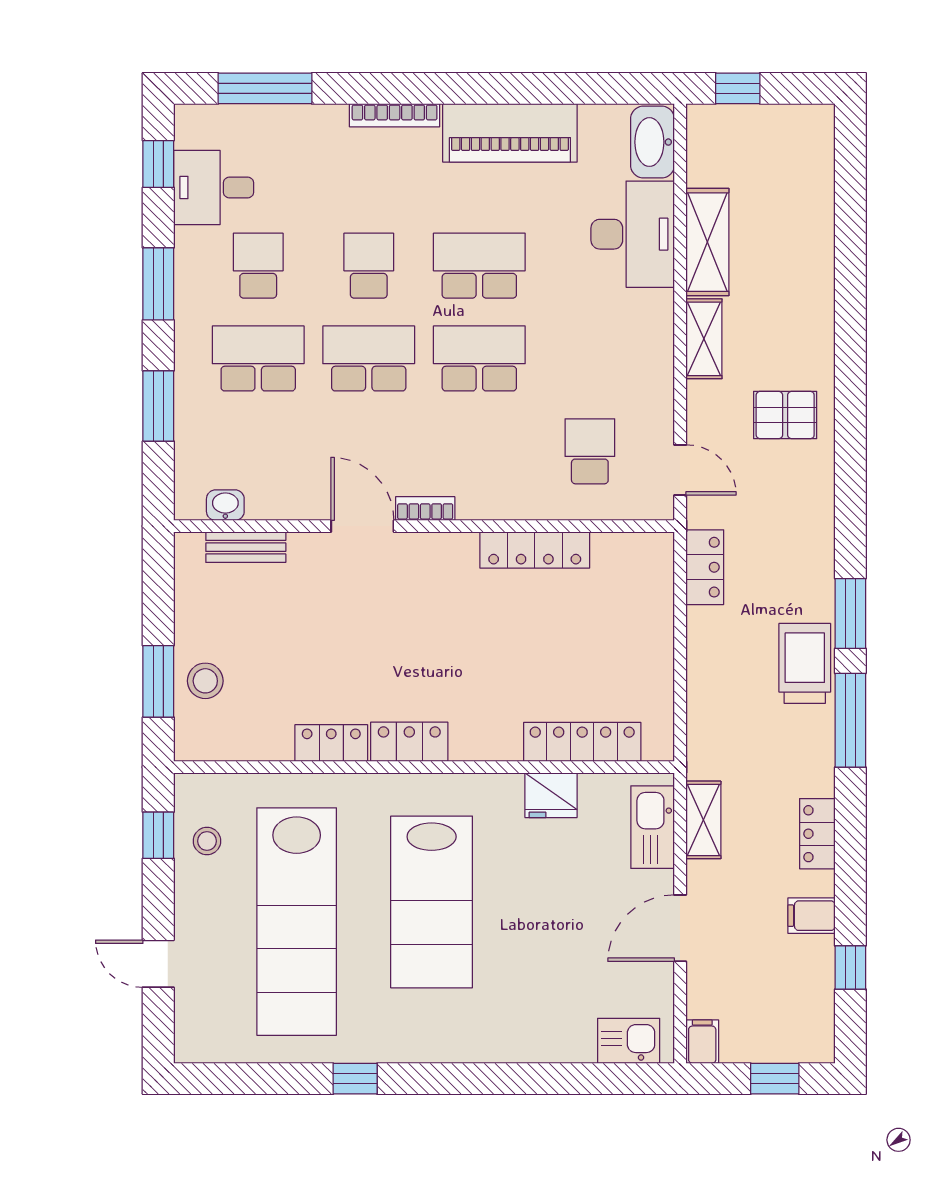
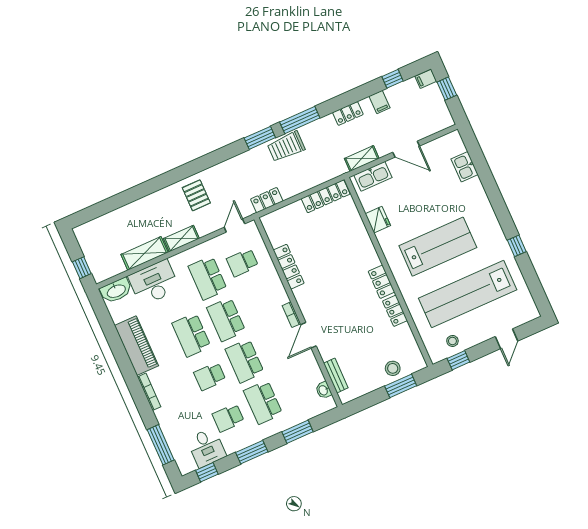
school desk: (590, 358) -> (208, 278), added
locker: (582, 742) -> (326, 196), moved, turned -90
lab bench: (297, 922) -> (468, 294), turned 180
kitchen sink: (629, 1041) -> (465, 167), moved
filing cabinet: (702, 1042) -> (426, 79), moved

